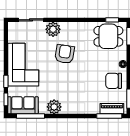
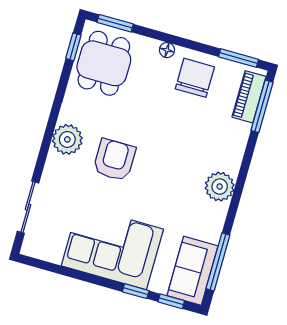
plant: (53, 29) -> (67, 139), moved
armchair: (65, 54) -> (114, 160), turned 81
chair: (114, 81) -> (195, 78), turned 180
plant: (54, 107) -> (220, 187), moved

